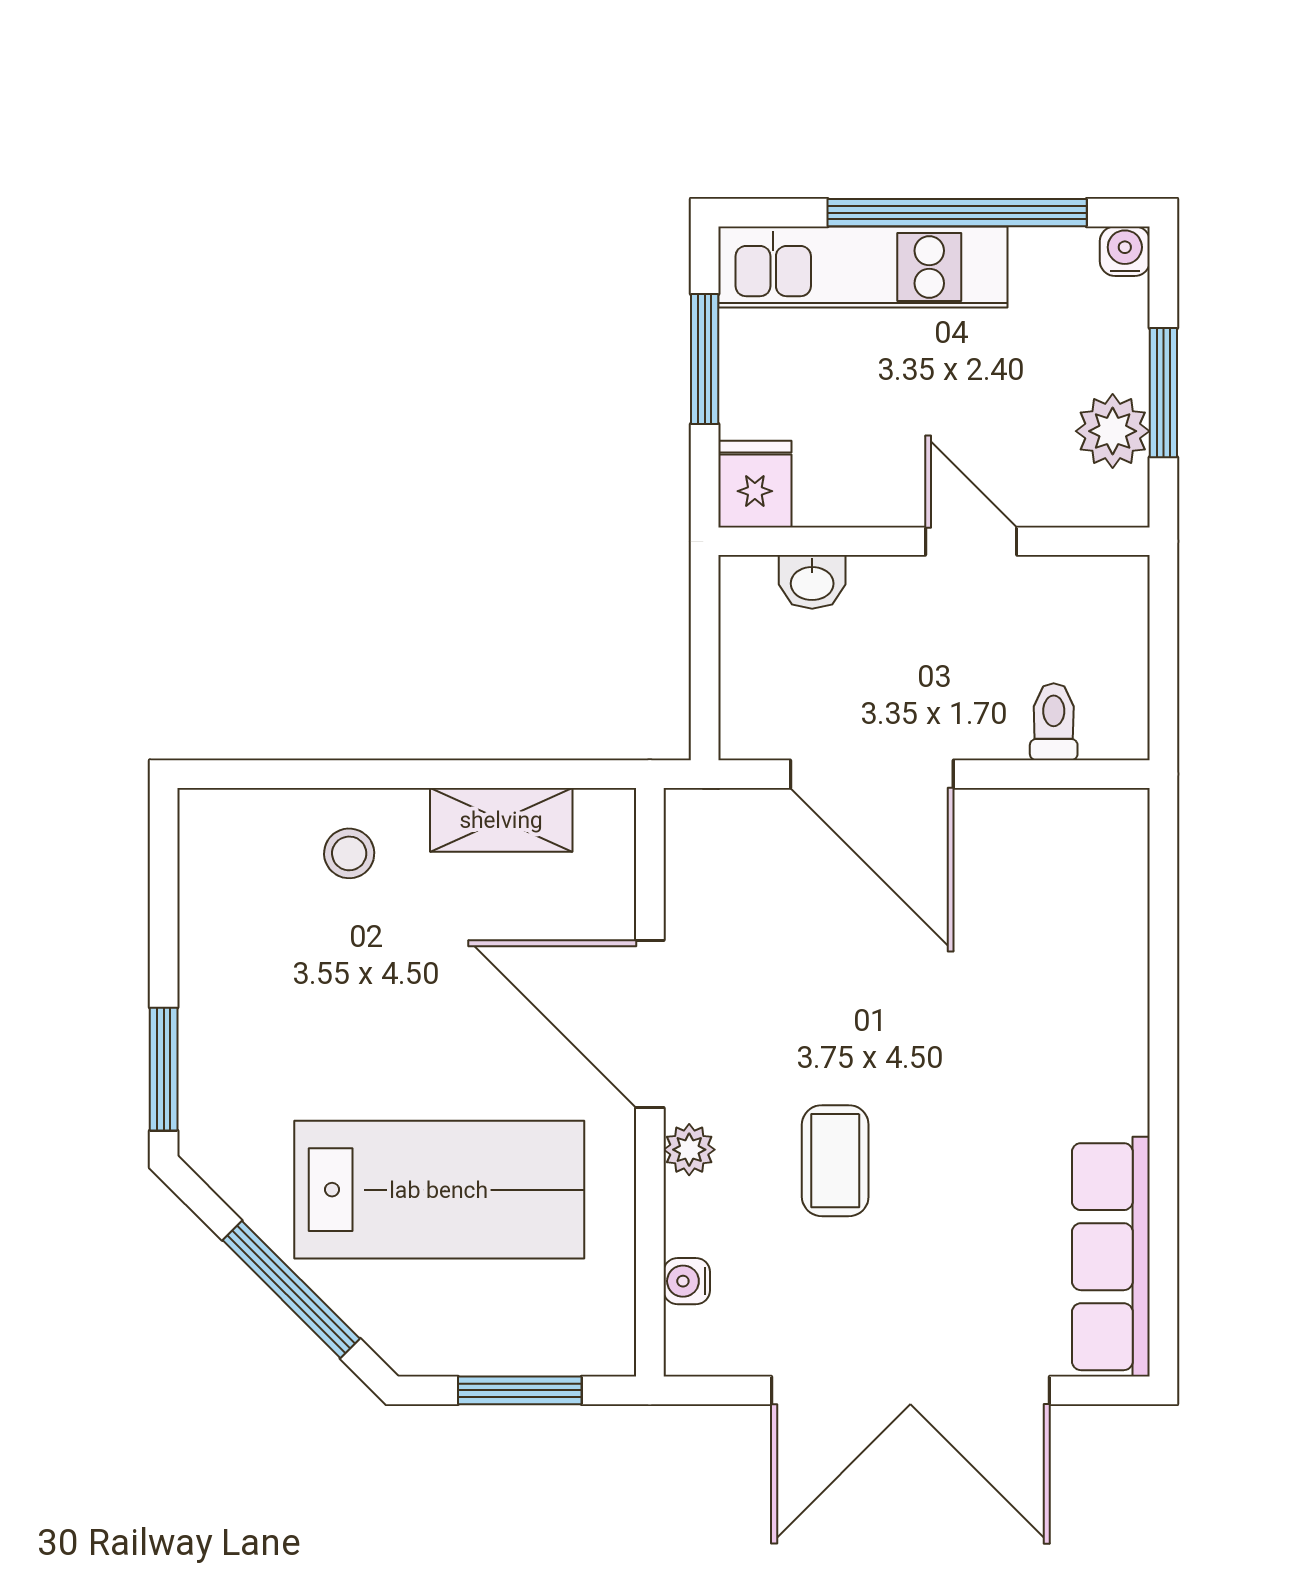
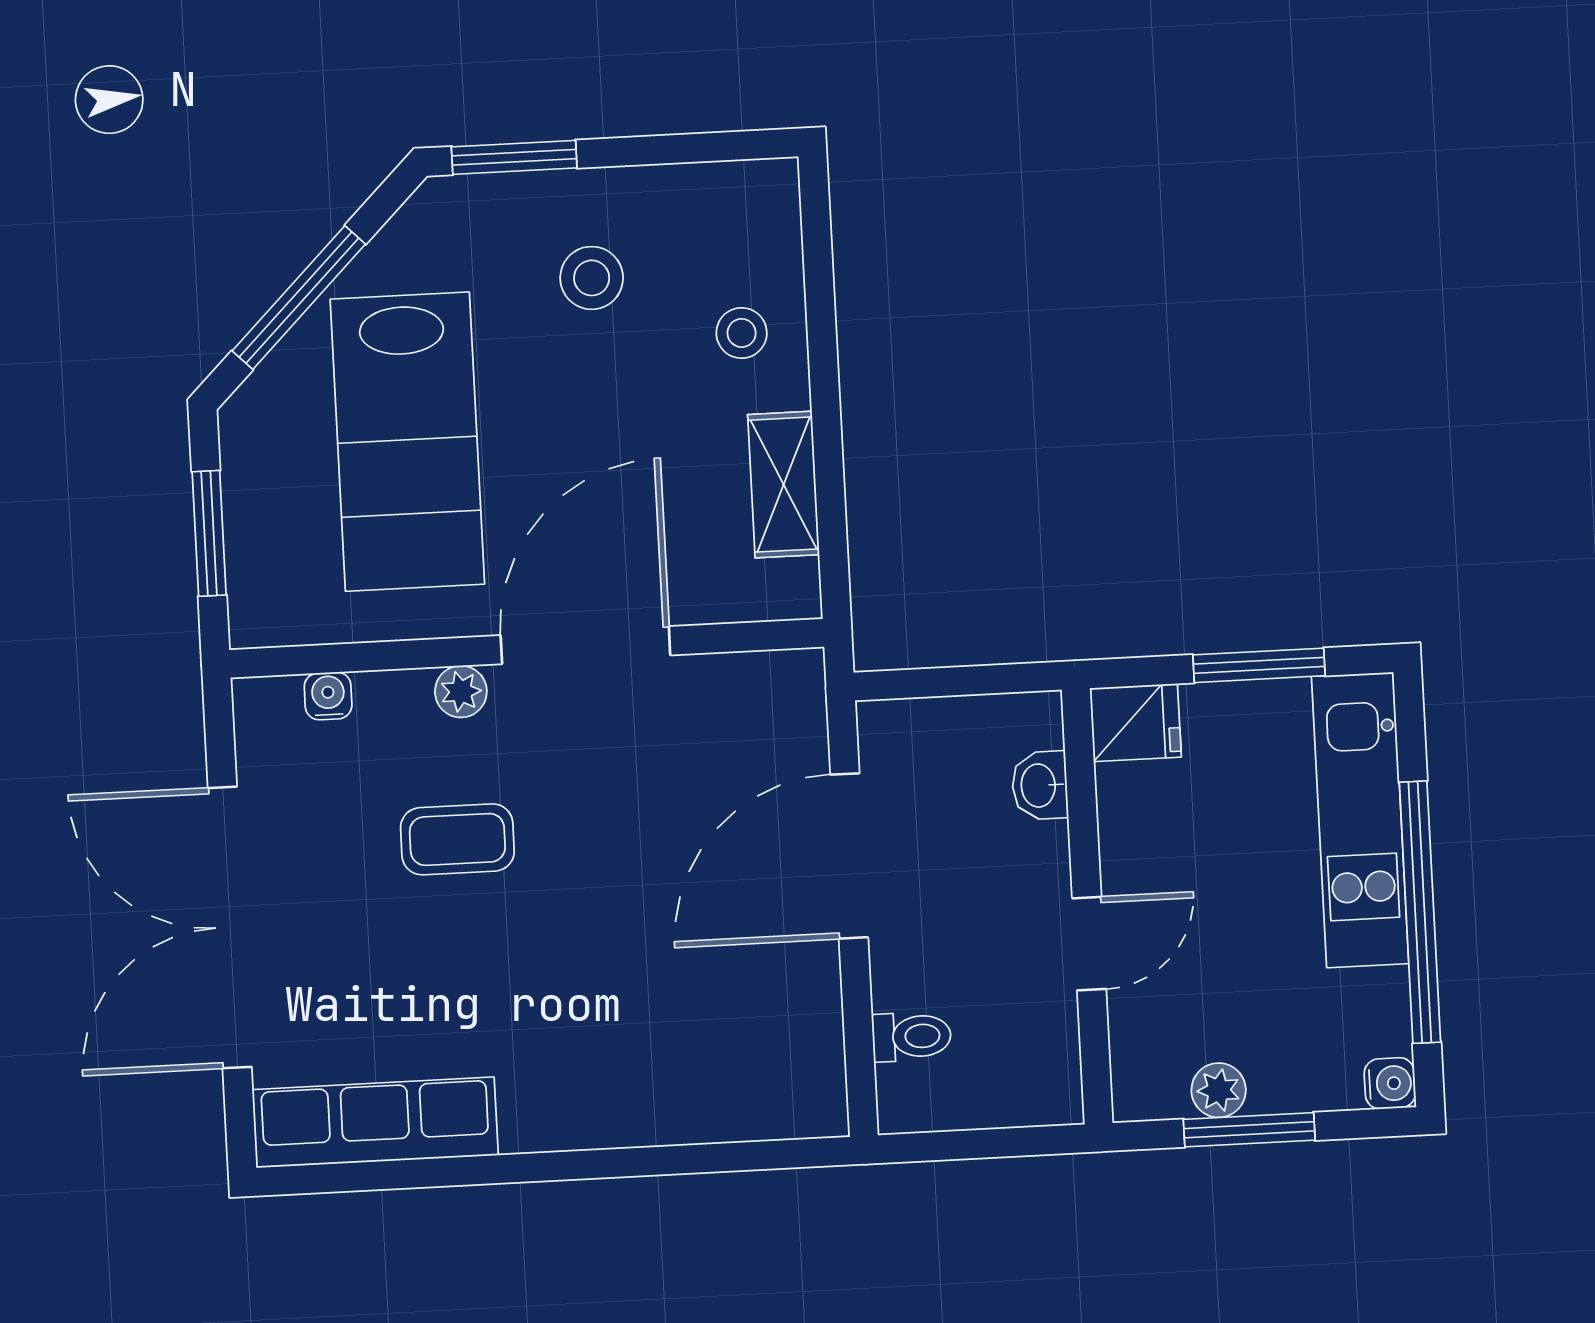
plant: (1113, 431) -> (1219, 1090), width x0.73, depth x0.73
stool: (287, 999) -> (592, 278), added

